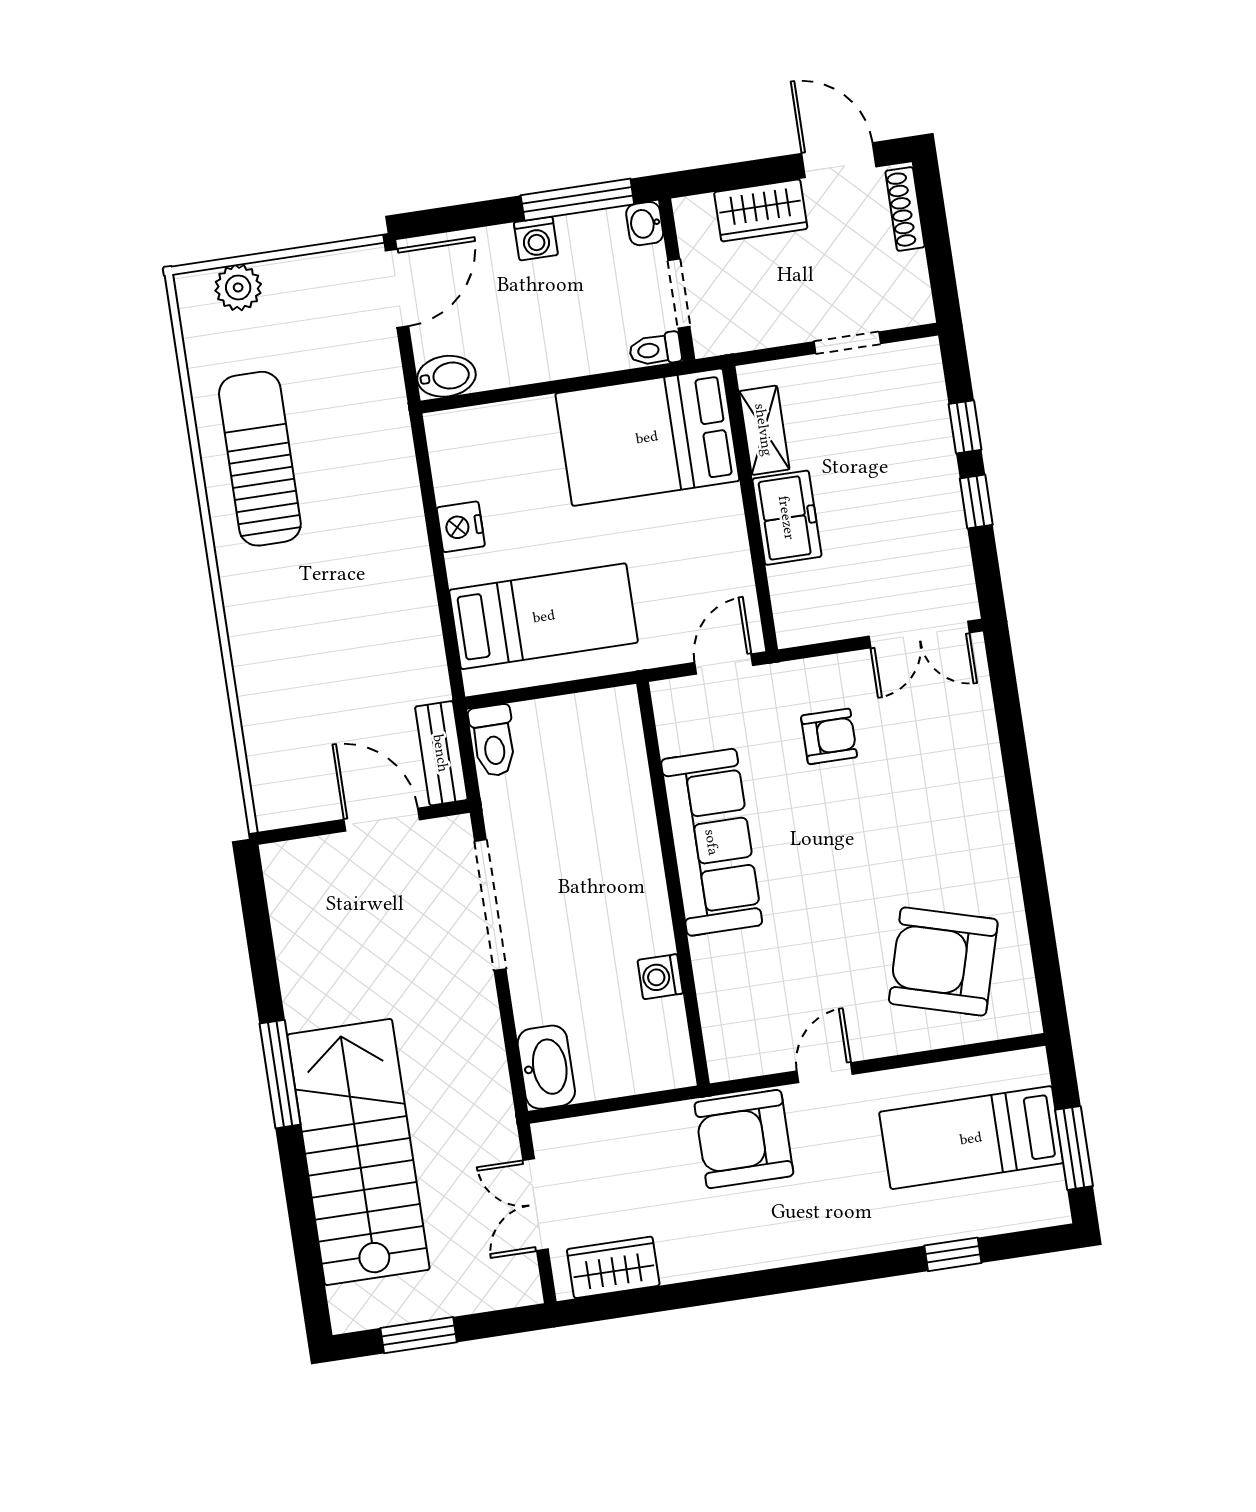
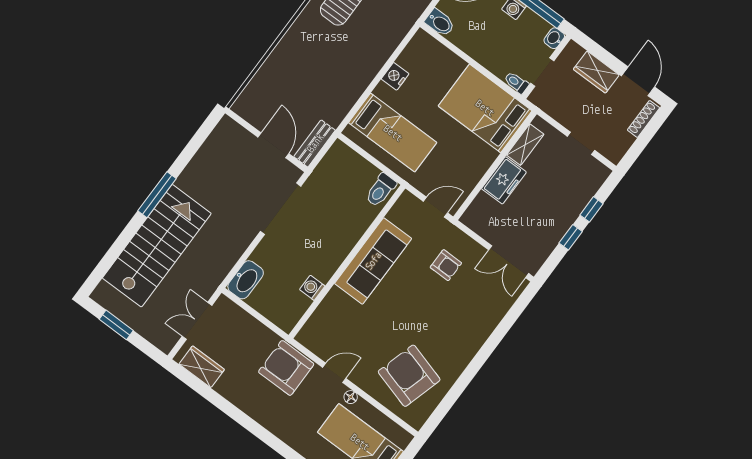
toilet: (493, 741) -> (381, 190), moved
floor lamp: (887, 1084) -> (351, 397), added

